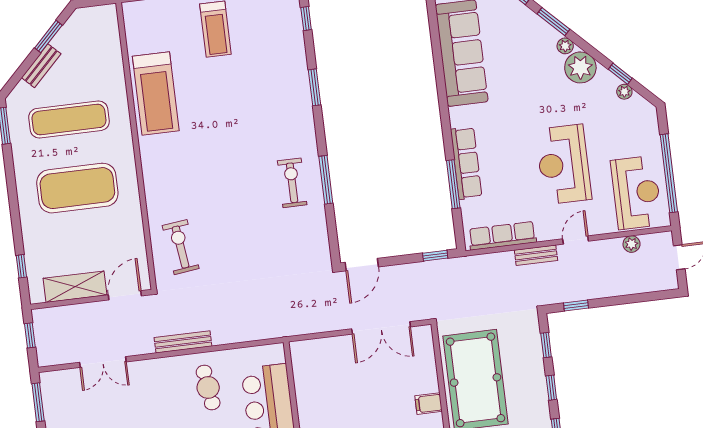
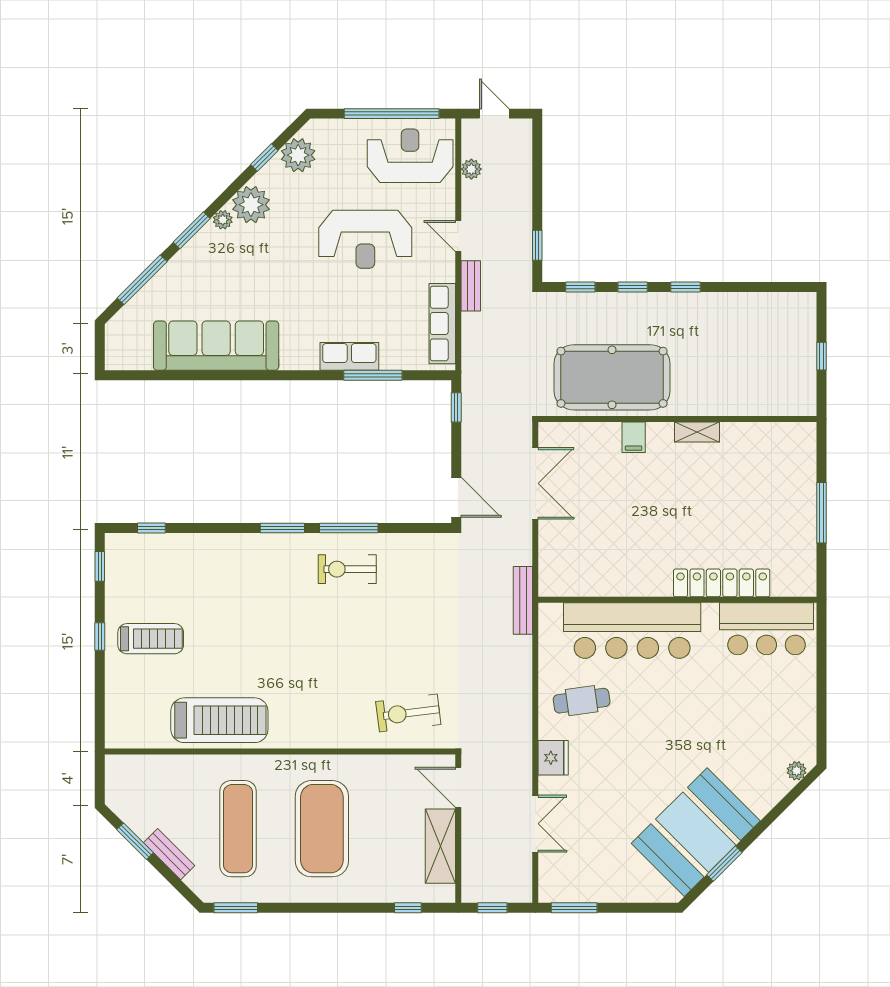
window: (315, 87) -> (282, 528), moved
plant: (624, 92) -> (298, 155), width x1.88, depth x1.88
row of seats: (466, 163) -> (349, 356), width x0.68
bench: (183, 342) -> (523, 600), moved
fridge: (159, 370) -> (553, 758), added

